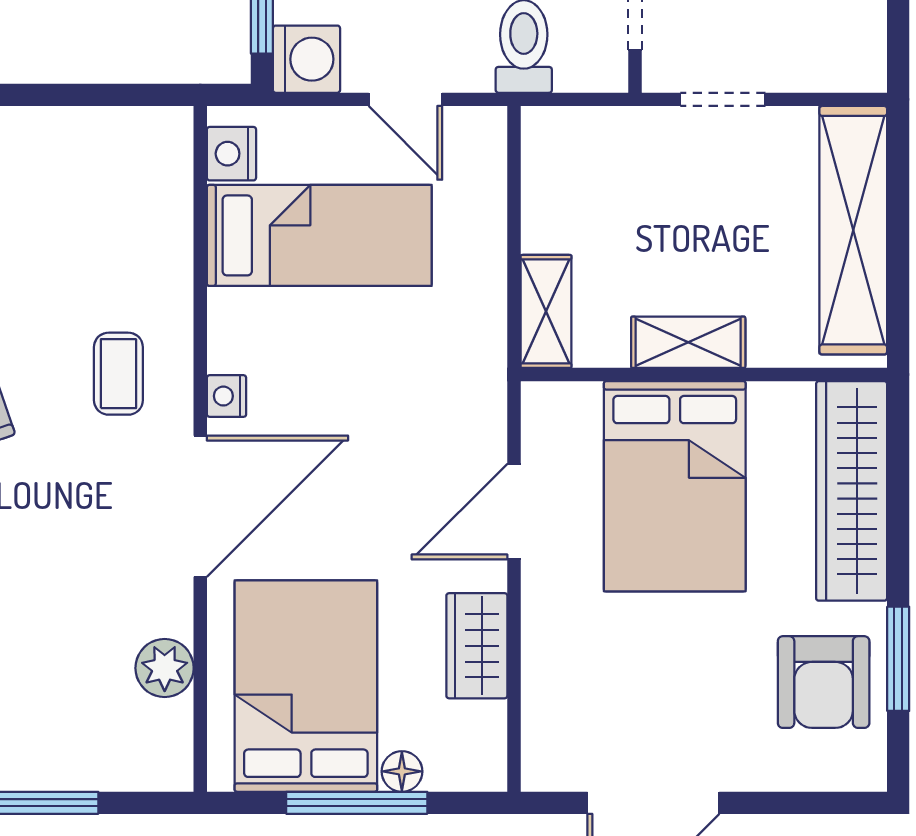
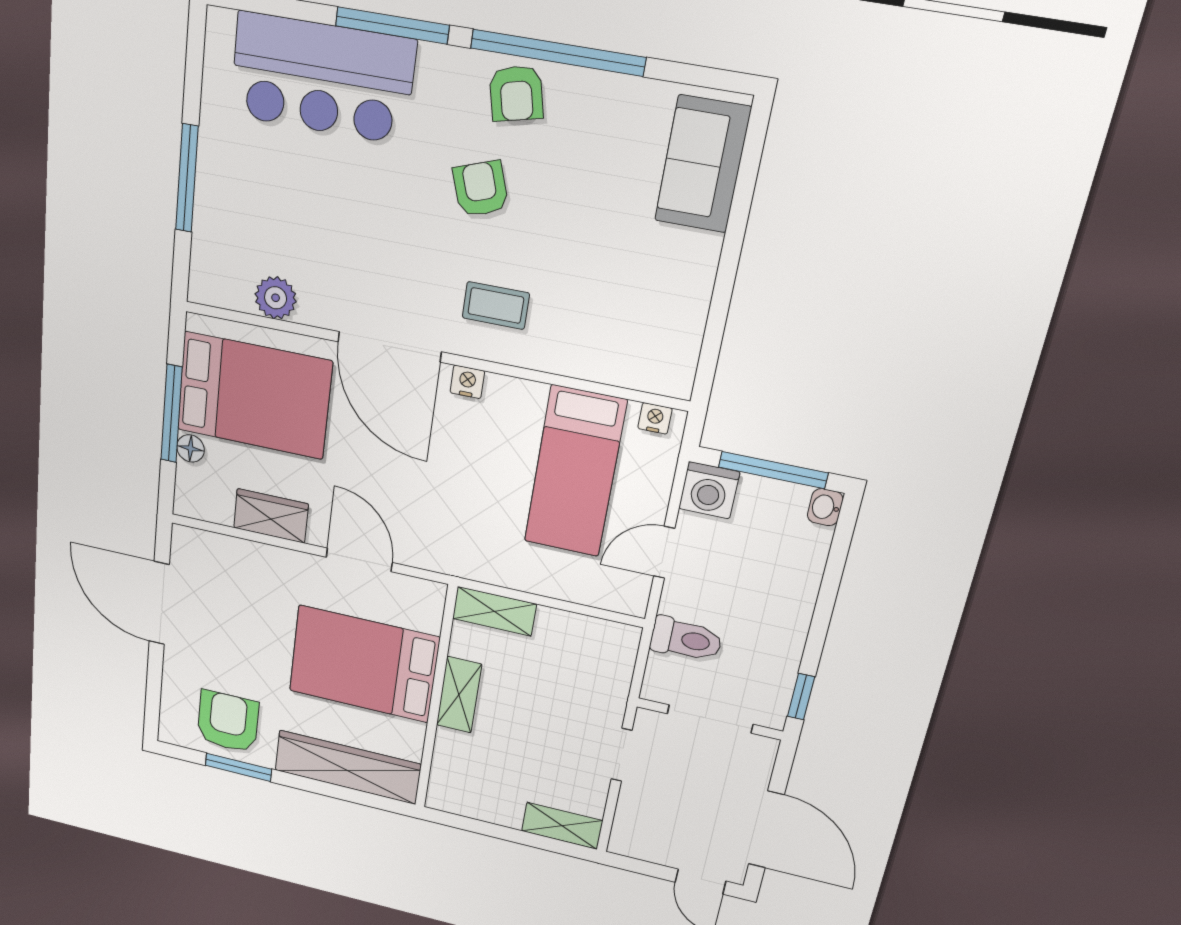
nightstand: (231, 154) -> (655, 418), width x0.72, depth x0.74
shelving: (853, 230) -> (562, 826), width x0.45, depth x0.75
armchair: (824, 682) -> (228, 722), turned 90

